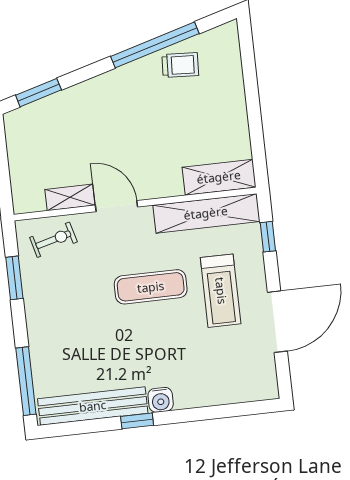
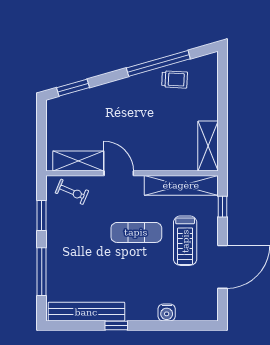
shelving: (219, 177) -> (208, 146), moved, turned 90
shelving: (70, 197) -> (78, 161), width x1.50, depth x1.33
exercise bike: (53, 240) -> (72, 192), turned 38
window: (26, 381) -> (42, 272), moved
water cooler: (161, 400) -> (167, 312), moved

